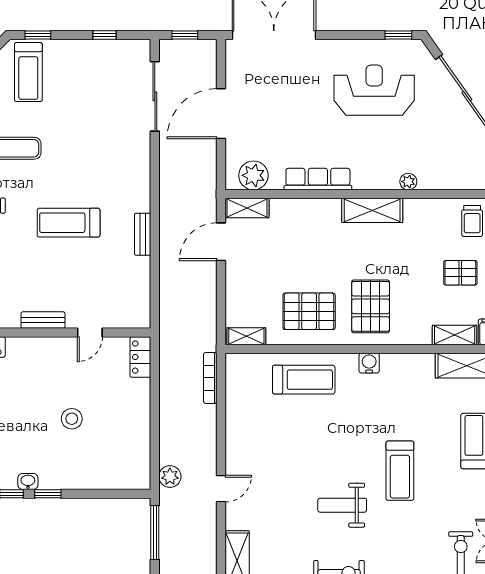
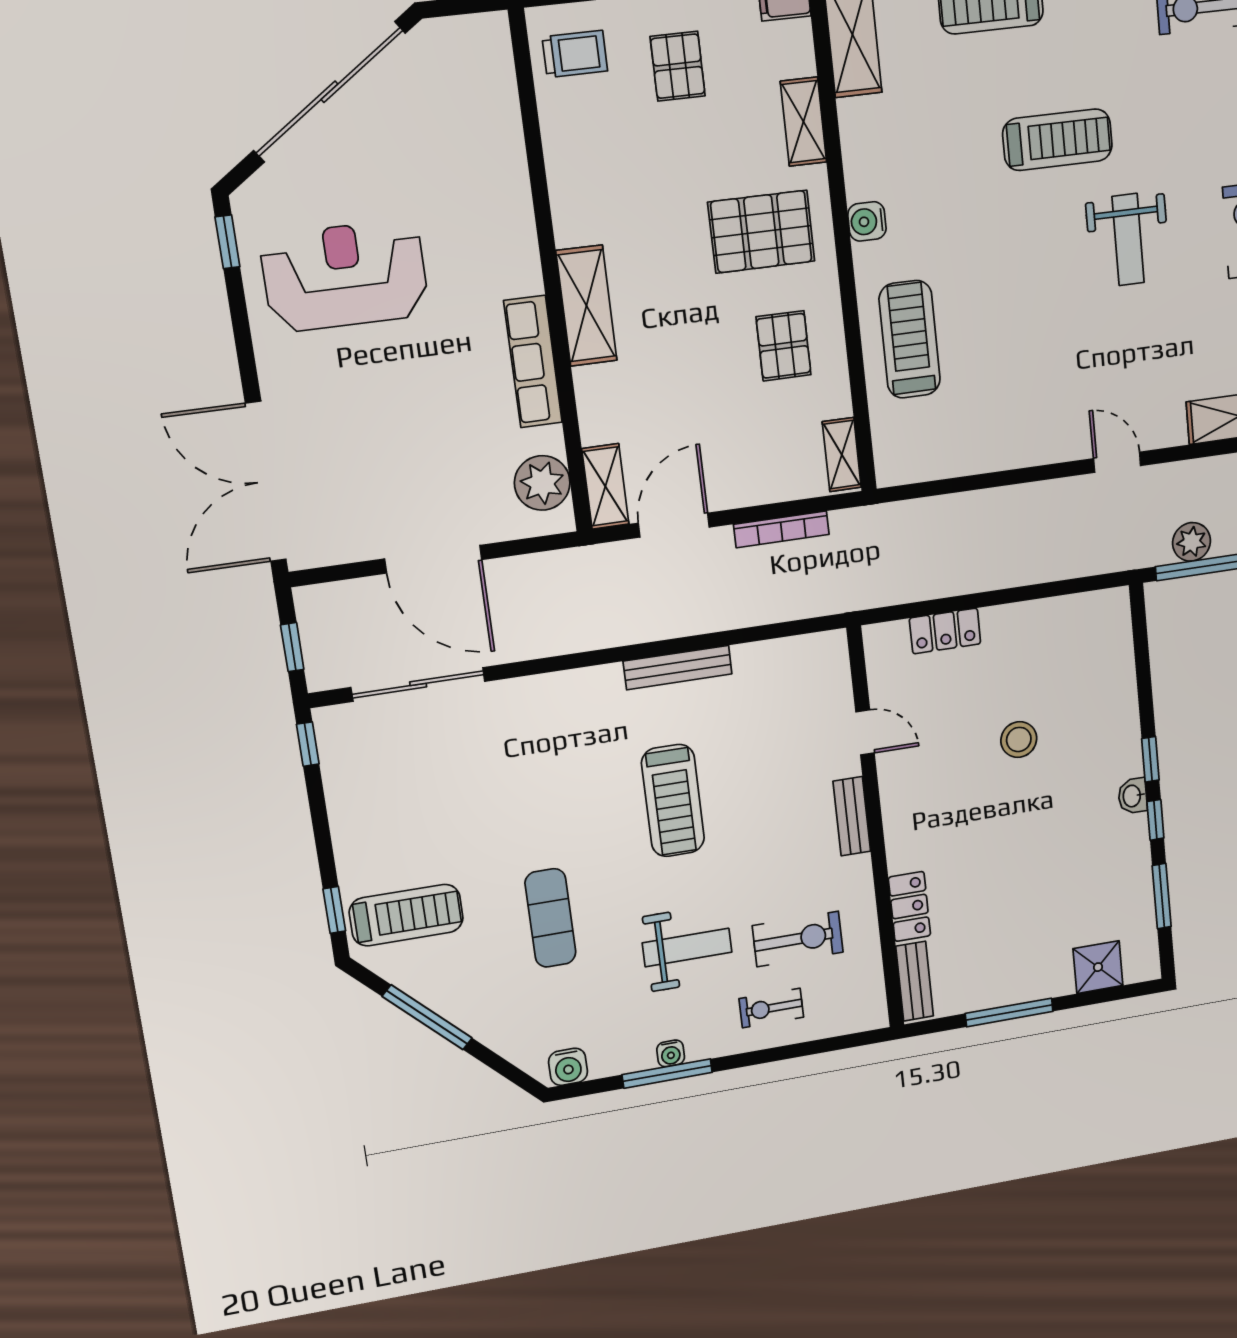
window: (105, 35) -> (308, 744), moved
reception desk: (374, 90) -> (345, 276), turned 90
plant: (408, 182) -> (515, 188), removed
shelving: (372, 210) -> (586, 306), moved
bench: (143, 234) -> (678, 668), width x1.36
door: (221, 242) -> (674, 525), swing flipped
pallet: (309, 311) -> (784, 346), width x0.67, depth x0.71
shelving: (455, 335) -> (803, 122), moved
locker: (140, 357) -> (945, 631), moved
bookcase: (210, 378) -> (781, 529), moved
plant: (170, 476) -> (1192, 542), moved

